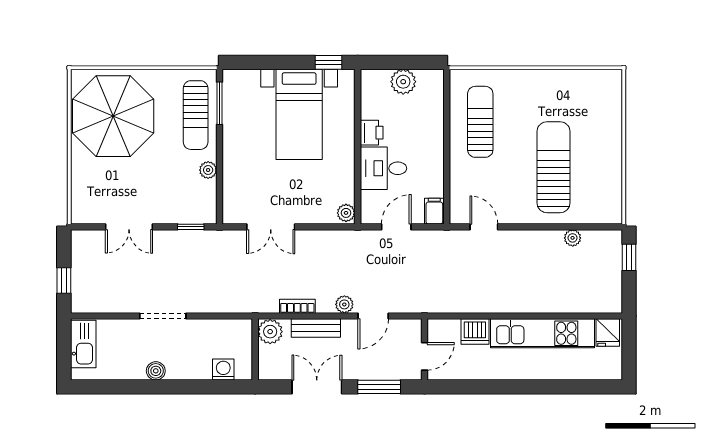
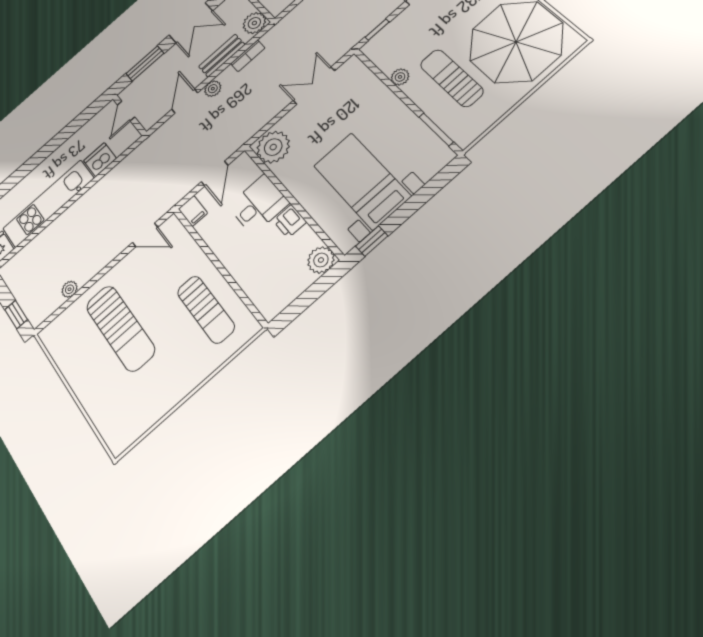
plant: (403, 82) -> (321, 260), moved
sun lounger: (196, 115) -> (452, 78), moved
plant: (346, 213) -> (273, 147), width x1.88, depth x1.88

